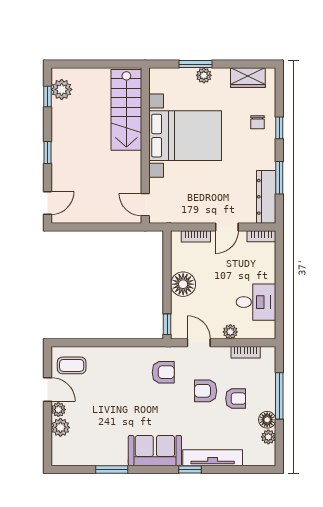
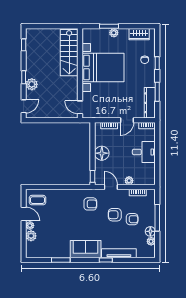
plant: (62, 89) -> (32, 84), moved
desk: (256, 302) -> (144, 152), moved

